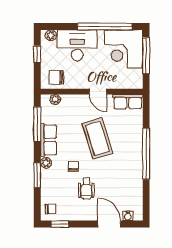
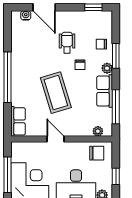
row of seats: (128, 102) -> (18, 121), moved, turned 90
chair: (51, 209) -> (101, 44), moved

